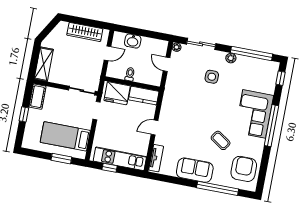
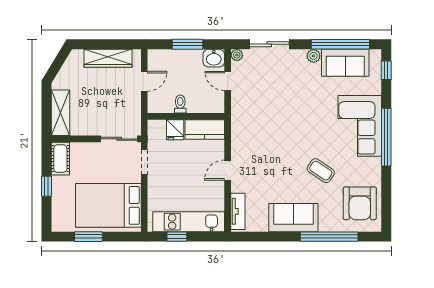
window: (143, 33) -> (188, 44), added
washbasin: (133, 41) -> (214, 58), moved
sofa: (252, 67) -> (345, 63), added
side table: (212, 77) -> (292, 86), removed
fridge: (117, 93) -> (175, 130), width x0.53, depth x0.75
bed: (65, 136) -> (108, 205), width x1.50
window: (61, 159) -> (88, 237), moved
armchair: (244, 169) -> (360, 203), turned 180

